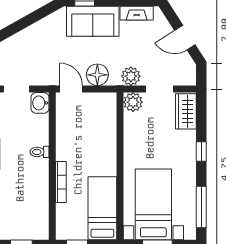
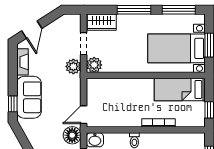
door: (185, 38) -> (32, 30), moved
floor lamp: (97, 75) -> (72, 135), moved
window: (201, 151) -> (134, 10), width x2.17

